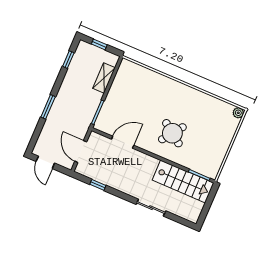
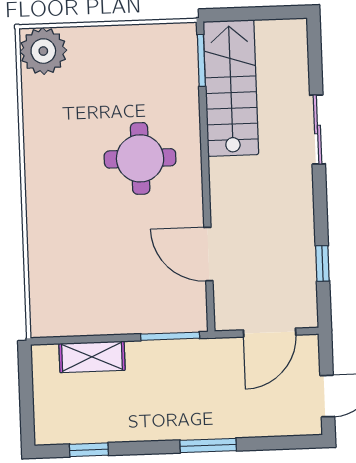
window: (99, 44) -> (26, 400), removed
plant: (238, 113) -> (43, 51), width x1.87, depth x1.87
round table: (172, 133) -> (140, 158), turned -36

